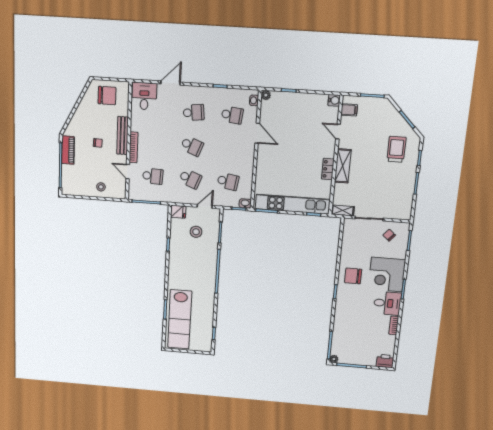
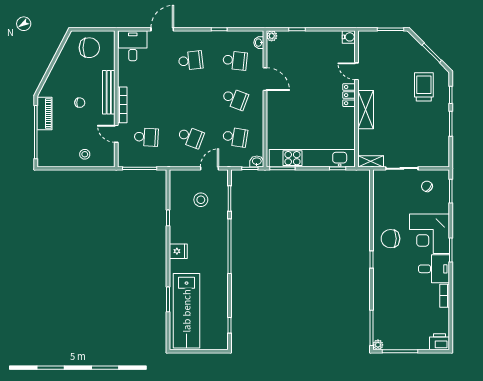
filing cabinet: (349, 110) -> (367, 46), removed
school desk: (192, 146) -> (235, 99), moved
locker: (328, 169) -> (349, 95), moved
fridge: (178, 212) -> (178, 251), moved

